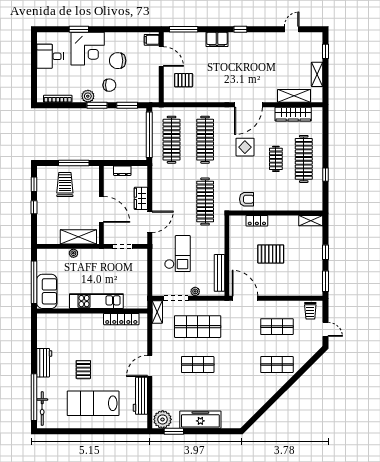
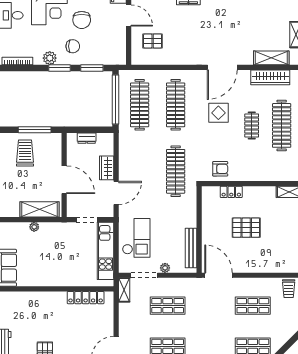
chair: (118, 61) -> (82, 20), turned -90
checkout: (177, 254) -> (136, 238), moved
kitchen unit: (96, 301) -> (106, 251), moved, turned -90
shop shelf: (198, 327) -> (168, 306), width x0.70, depth x0.74

